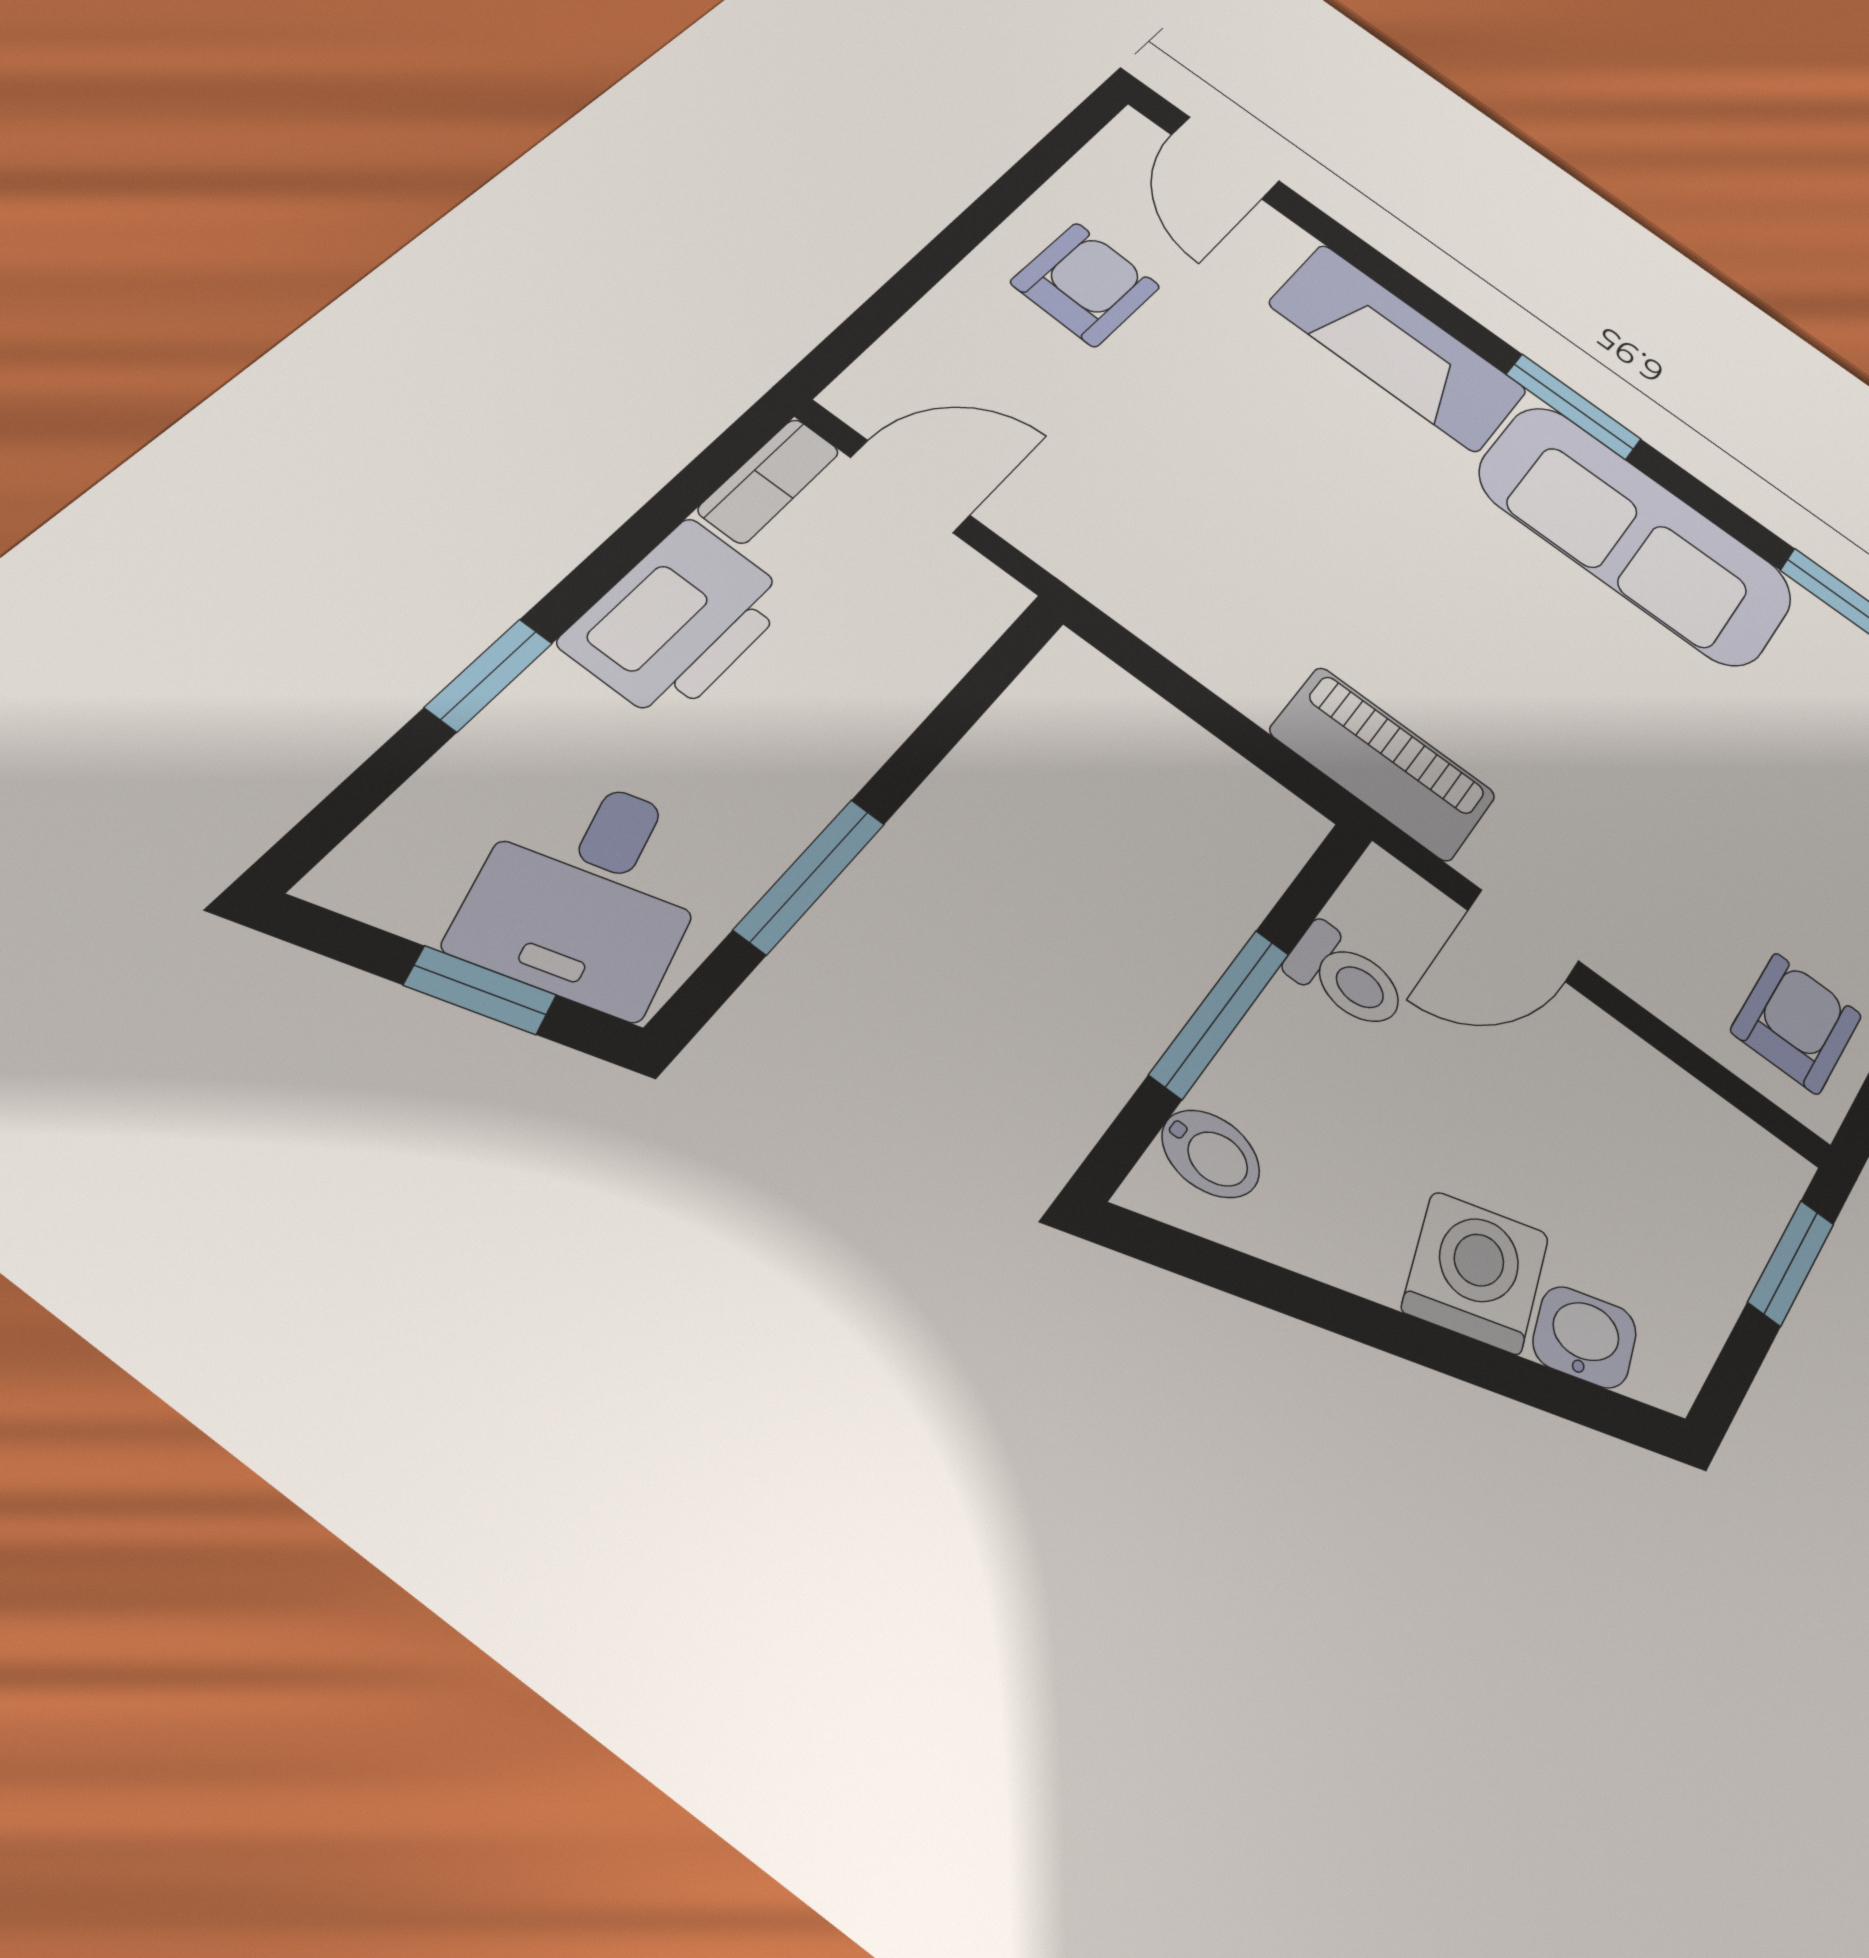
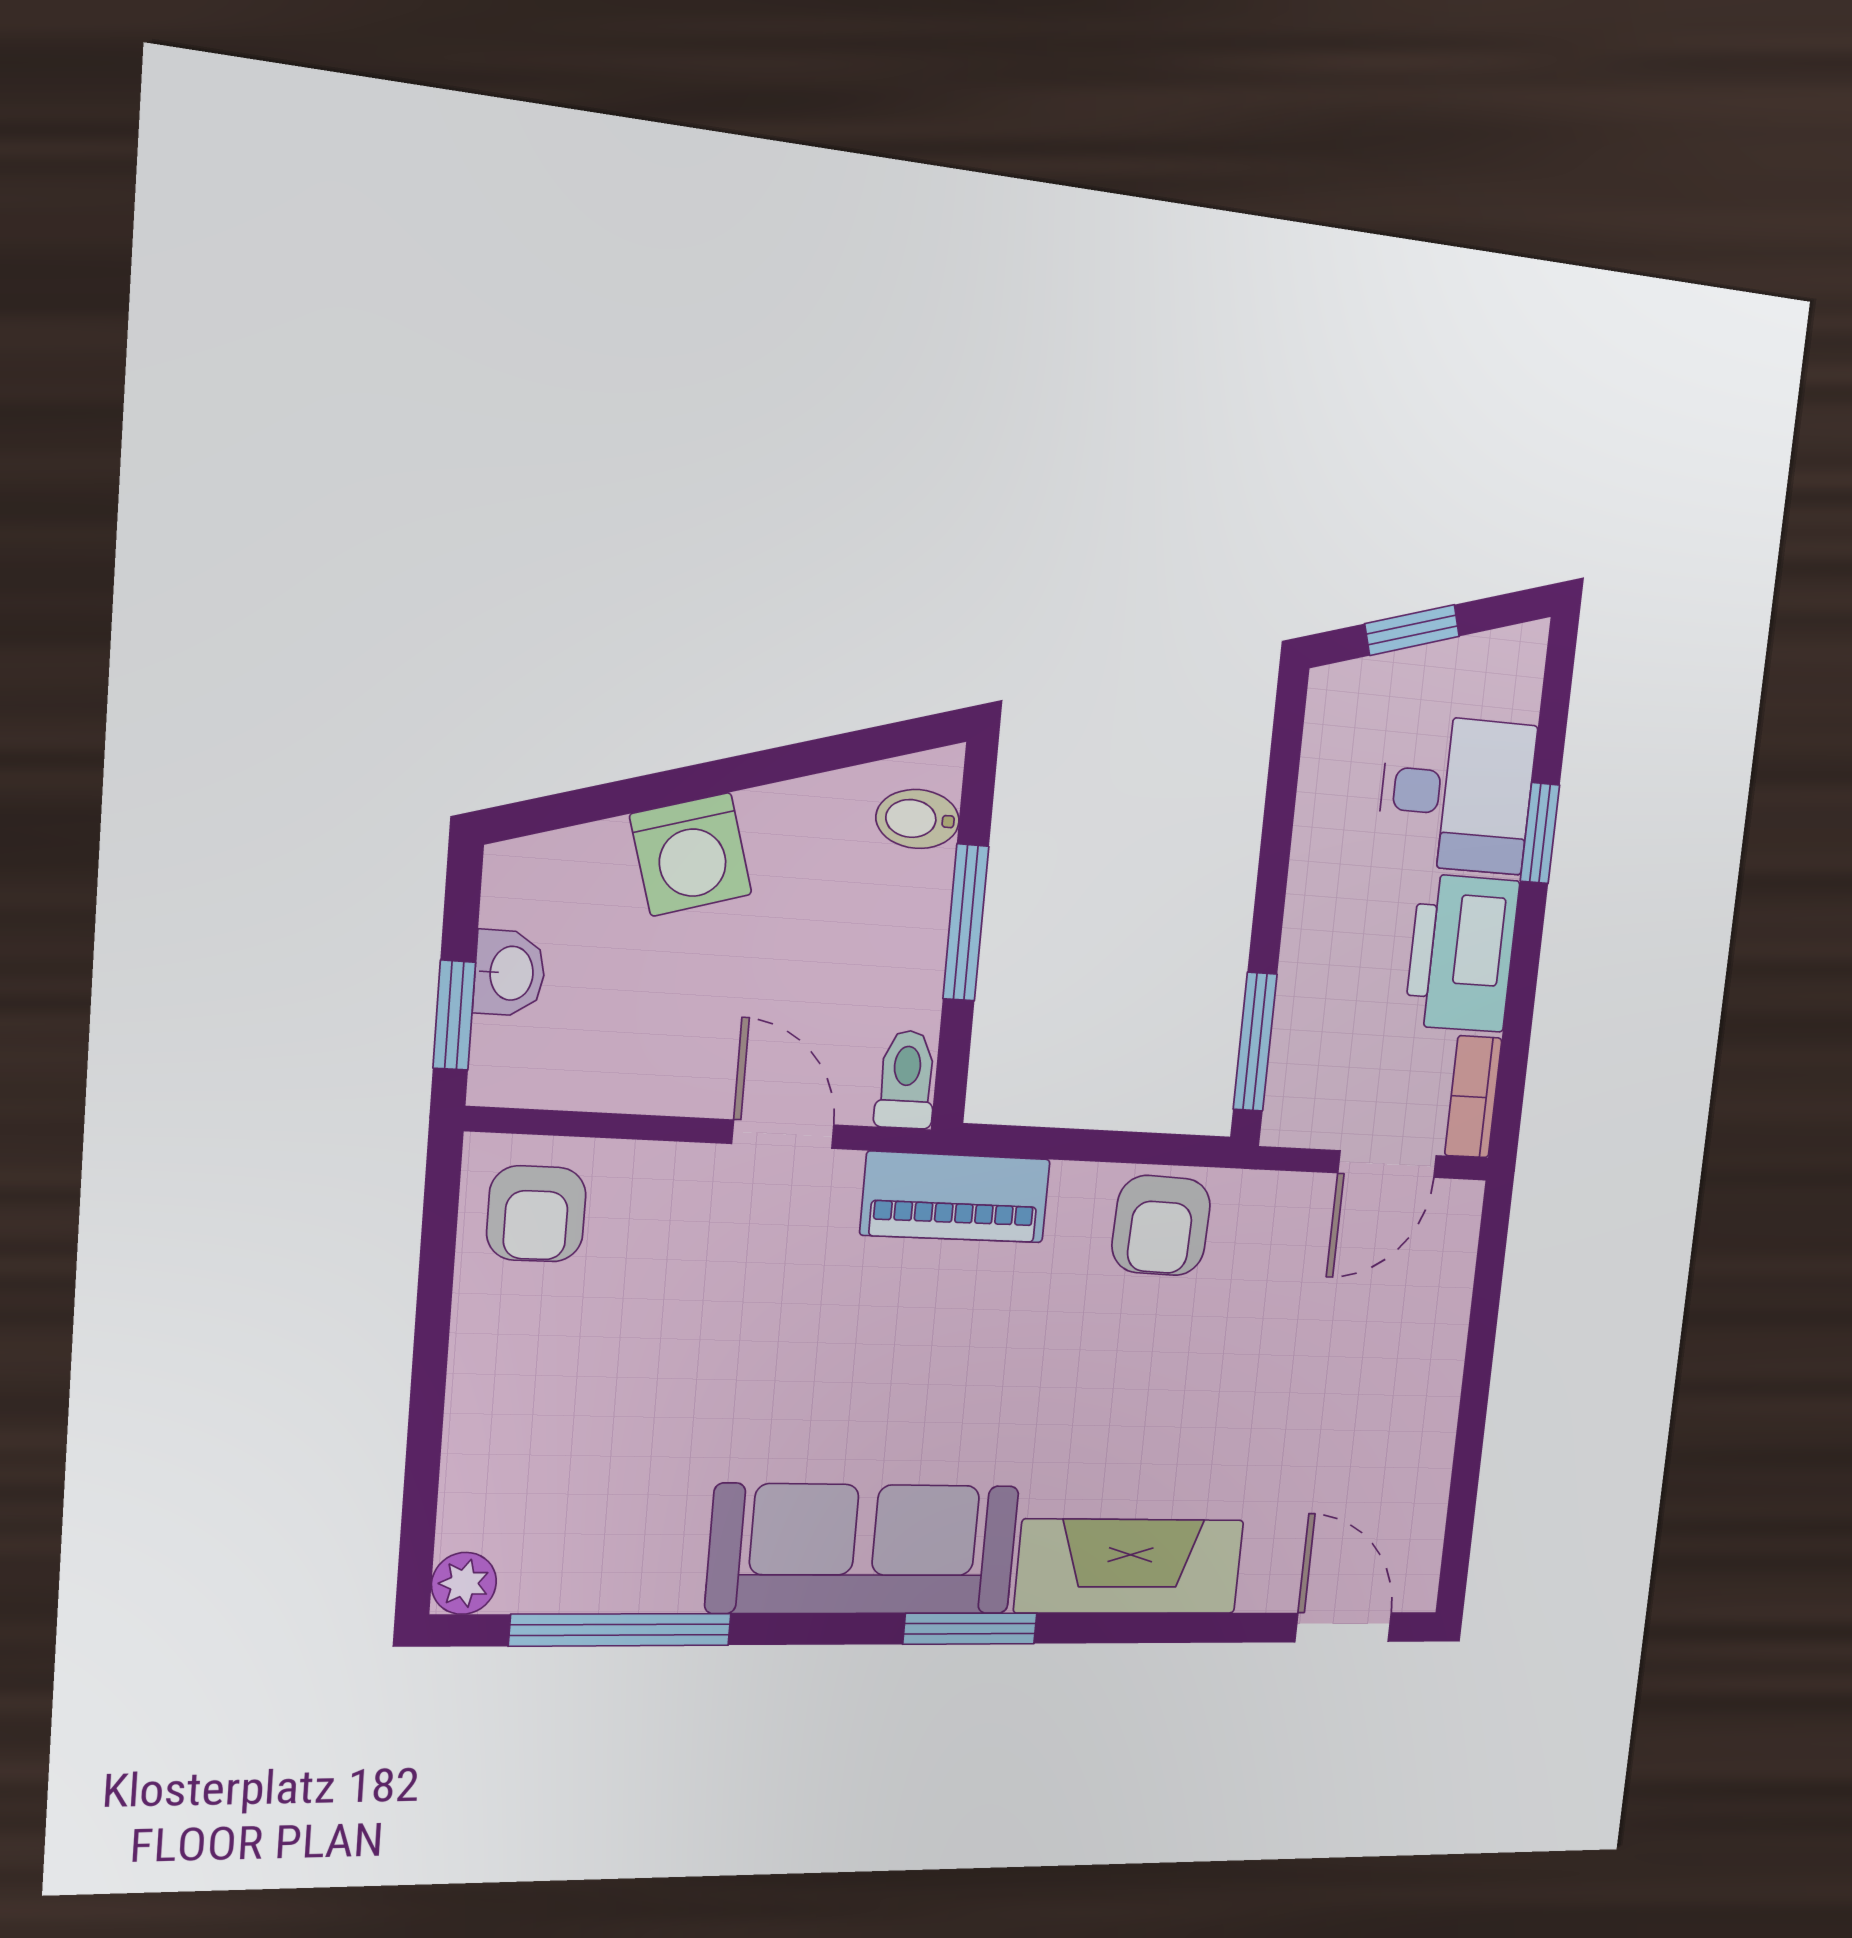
armchair: (1085, 285) -> (1161, 1226), moved
window: (810, 876) -> (1255, 1042), moved
desk: (589, 891) -> (1457, 794), moved, turned 107
door: (1523, 936) -> (783, 1134), hinge flipped
toilet: (1346, 977) -> (906, 1079), moved, turned 90
washbasin: (1585, 1337) -> (510, 973), moved, turned -73

